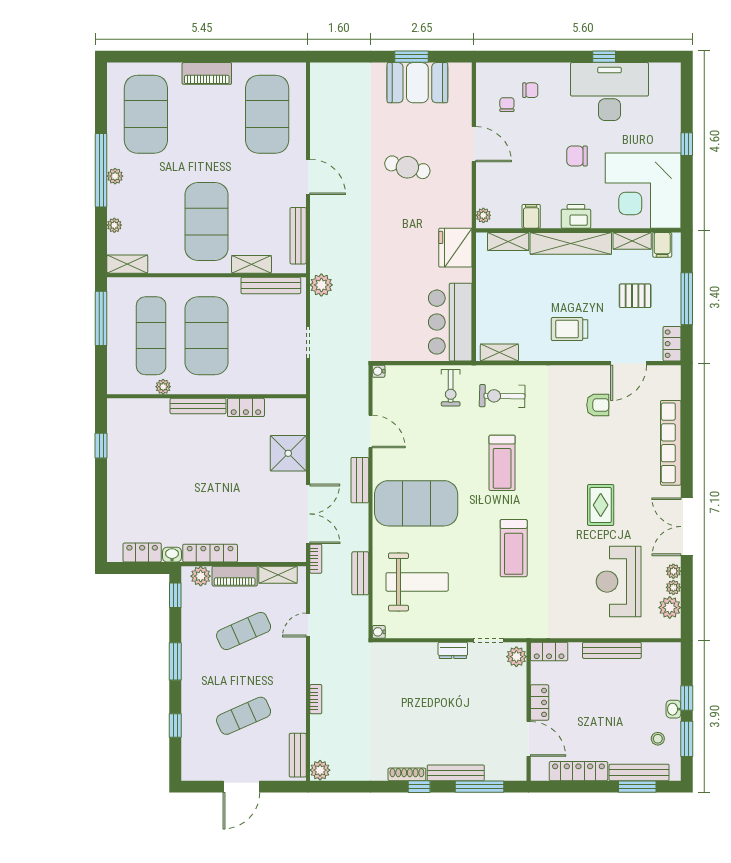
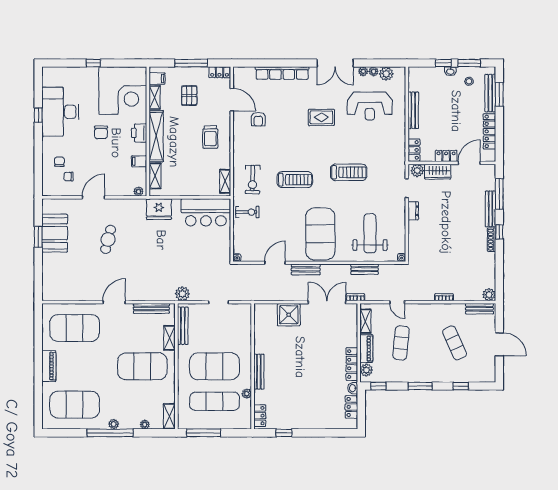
armchair: (598, 405) -> (258, 119), turned 180
locker: (246, 407) -> (260, 416), moved
exercise mat: (244, 631) -> (401, 343), turned 30
wardrobe: (515, 689) -> (438, 172), added

